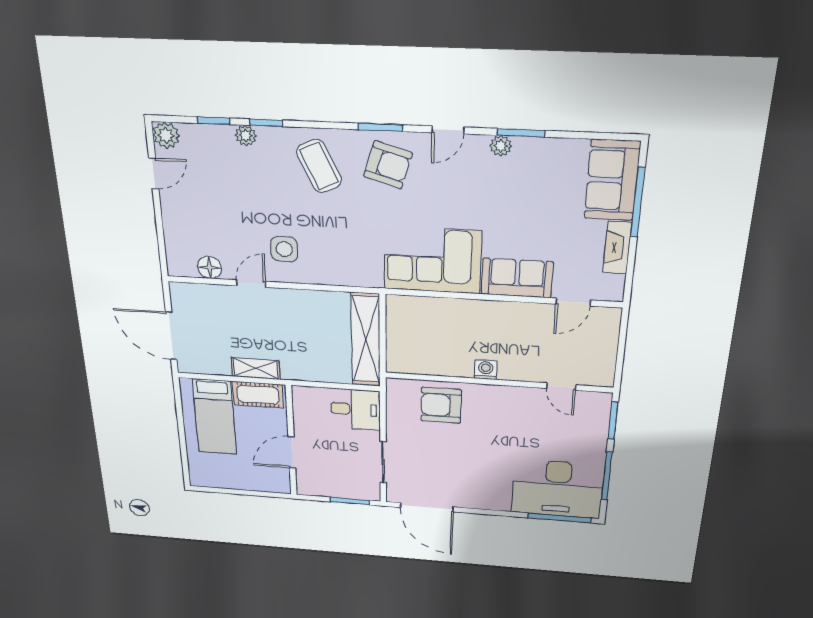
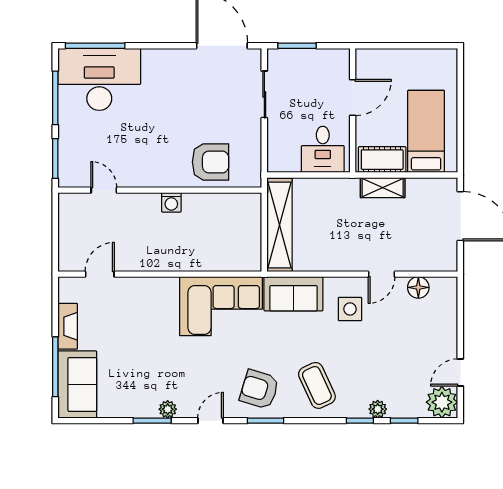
plant: (166, 135) -> (442, 402), width x1.36, depth x1.36
sofa: (517, 278) -> (293, 294), moved
desk: (355, 409) -> (323, 149), moved, turned -90

